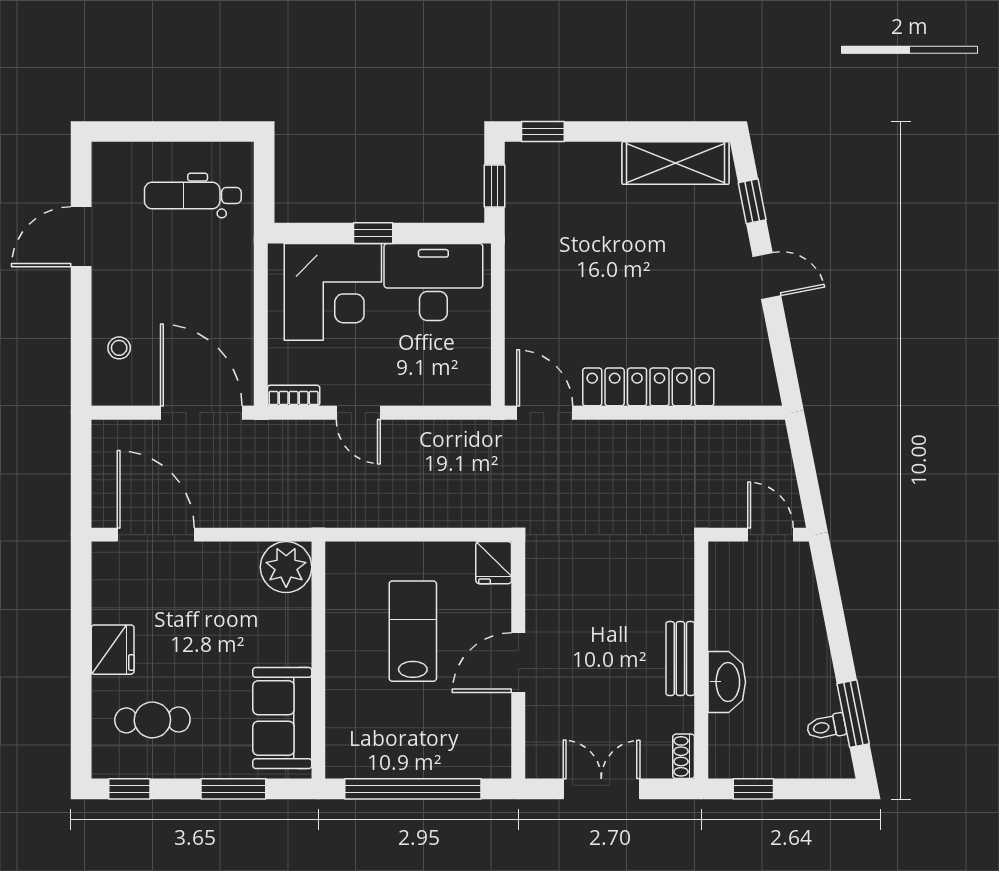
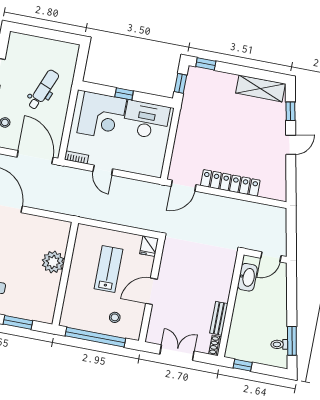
dental chair: (193, 195) -> (43, 90), moved, turned 112
door: (767, 276) -> (291, 145), hinge flipped
door: (545, 413) -> (183, 186), swing flipped
door: (770, 535) -> (271, 257), swing flipped
plant: (286, 567) -> (53, 262), moved
bench: (680, 659) -> (219, 318), moved
washbasin: (727, 682) -> (247, 277), moved
sofa: (282, 718) -> (45, 296), removed
stool: (447, 737) -> (115, 317), added

